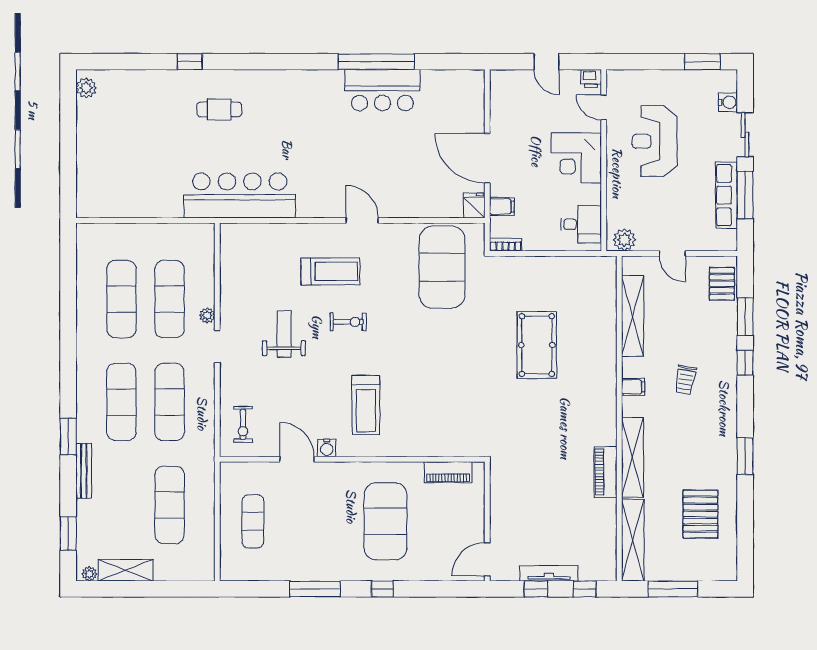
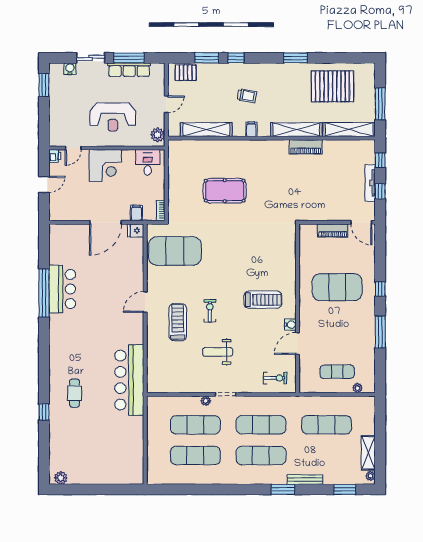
reception desk: (654, 141) -> (113, 117), moved
piano: (448, 472) -> (333, 231), moved, turned 90
pallet: (700, 514) -> (332, 86), width x1.37, depth x1.41
plant: (227, 553) -> (358, 388), added

